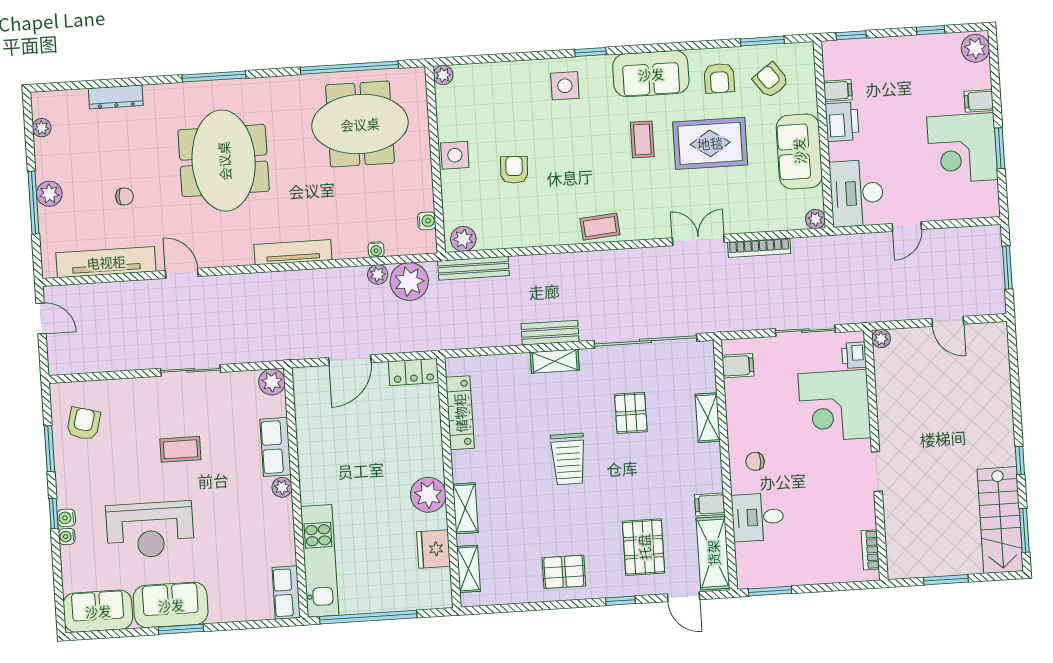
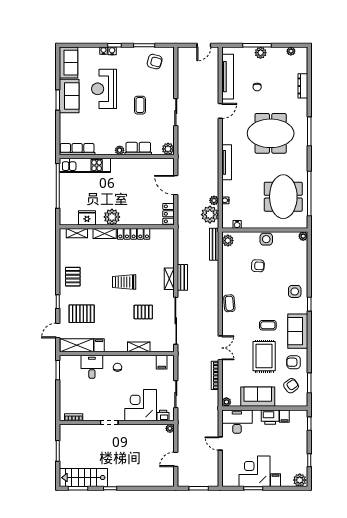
locker: (460, 413) -> (134, 234), moved
row of seats: (286, 593) -> (77, 149), width x1.48

